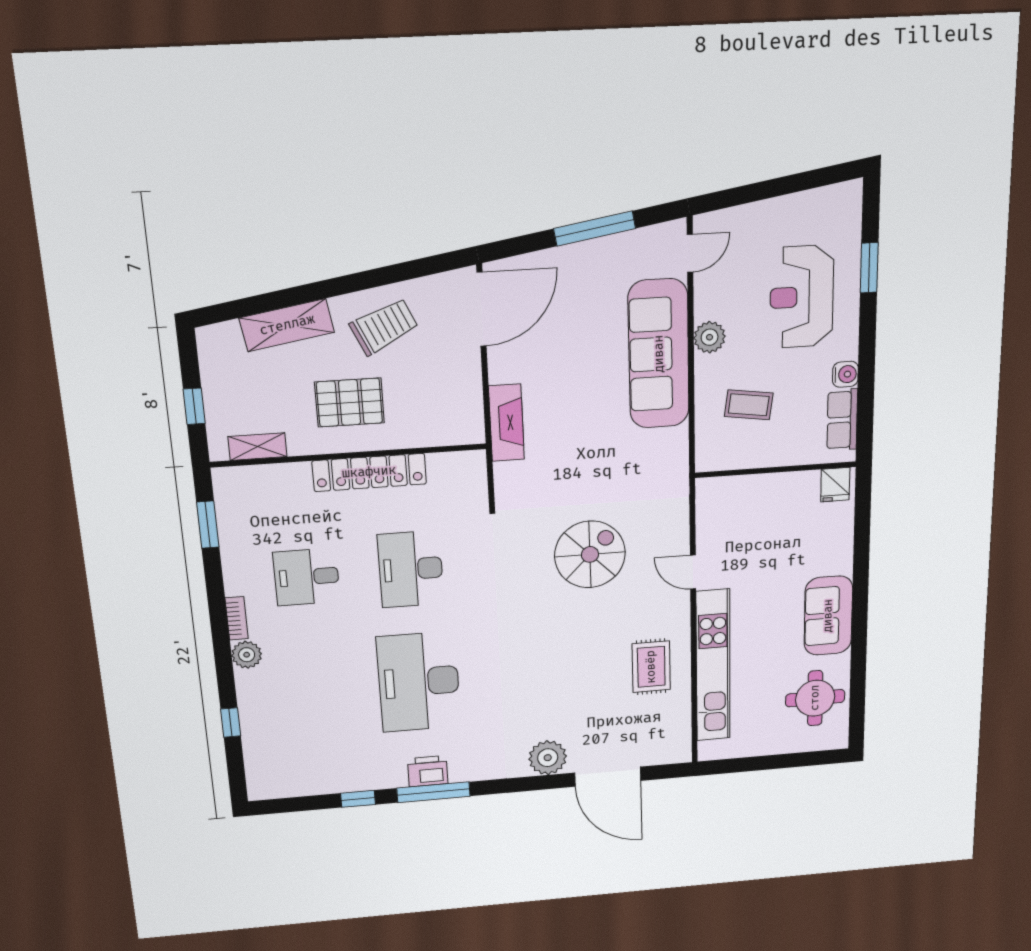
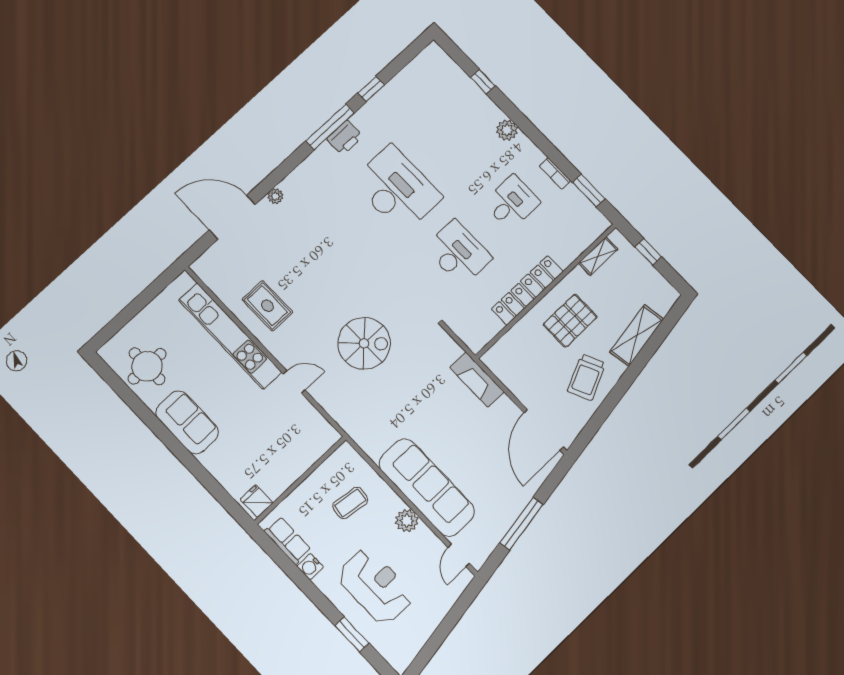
spiral stairs: (590, 554) -> (364, 343), turned -90
bookcase: (237, 618) -> (555, 174), moved
plant: (548, 758) -> (275, 196), width x0.53, depth x0.53

